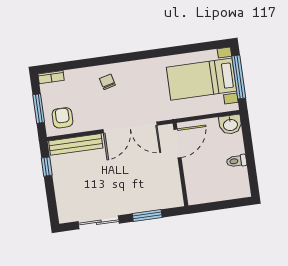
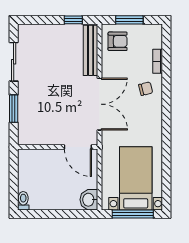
bookcase: (51, 77) -> (158, 61), moved
double door: (130, 127) -> (100, 104), swing flipped
toilet: (237, 161) -> (23, 201), moved

